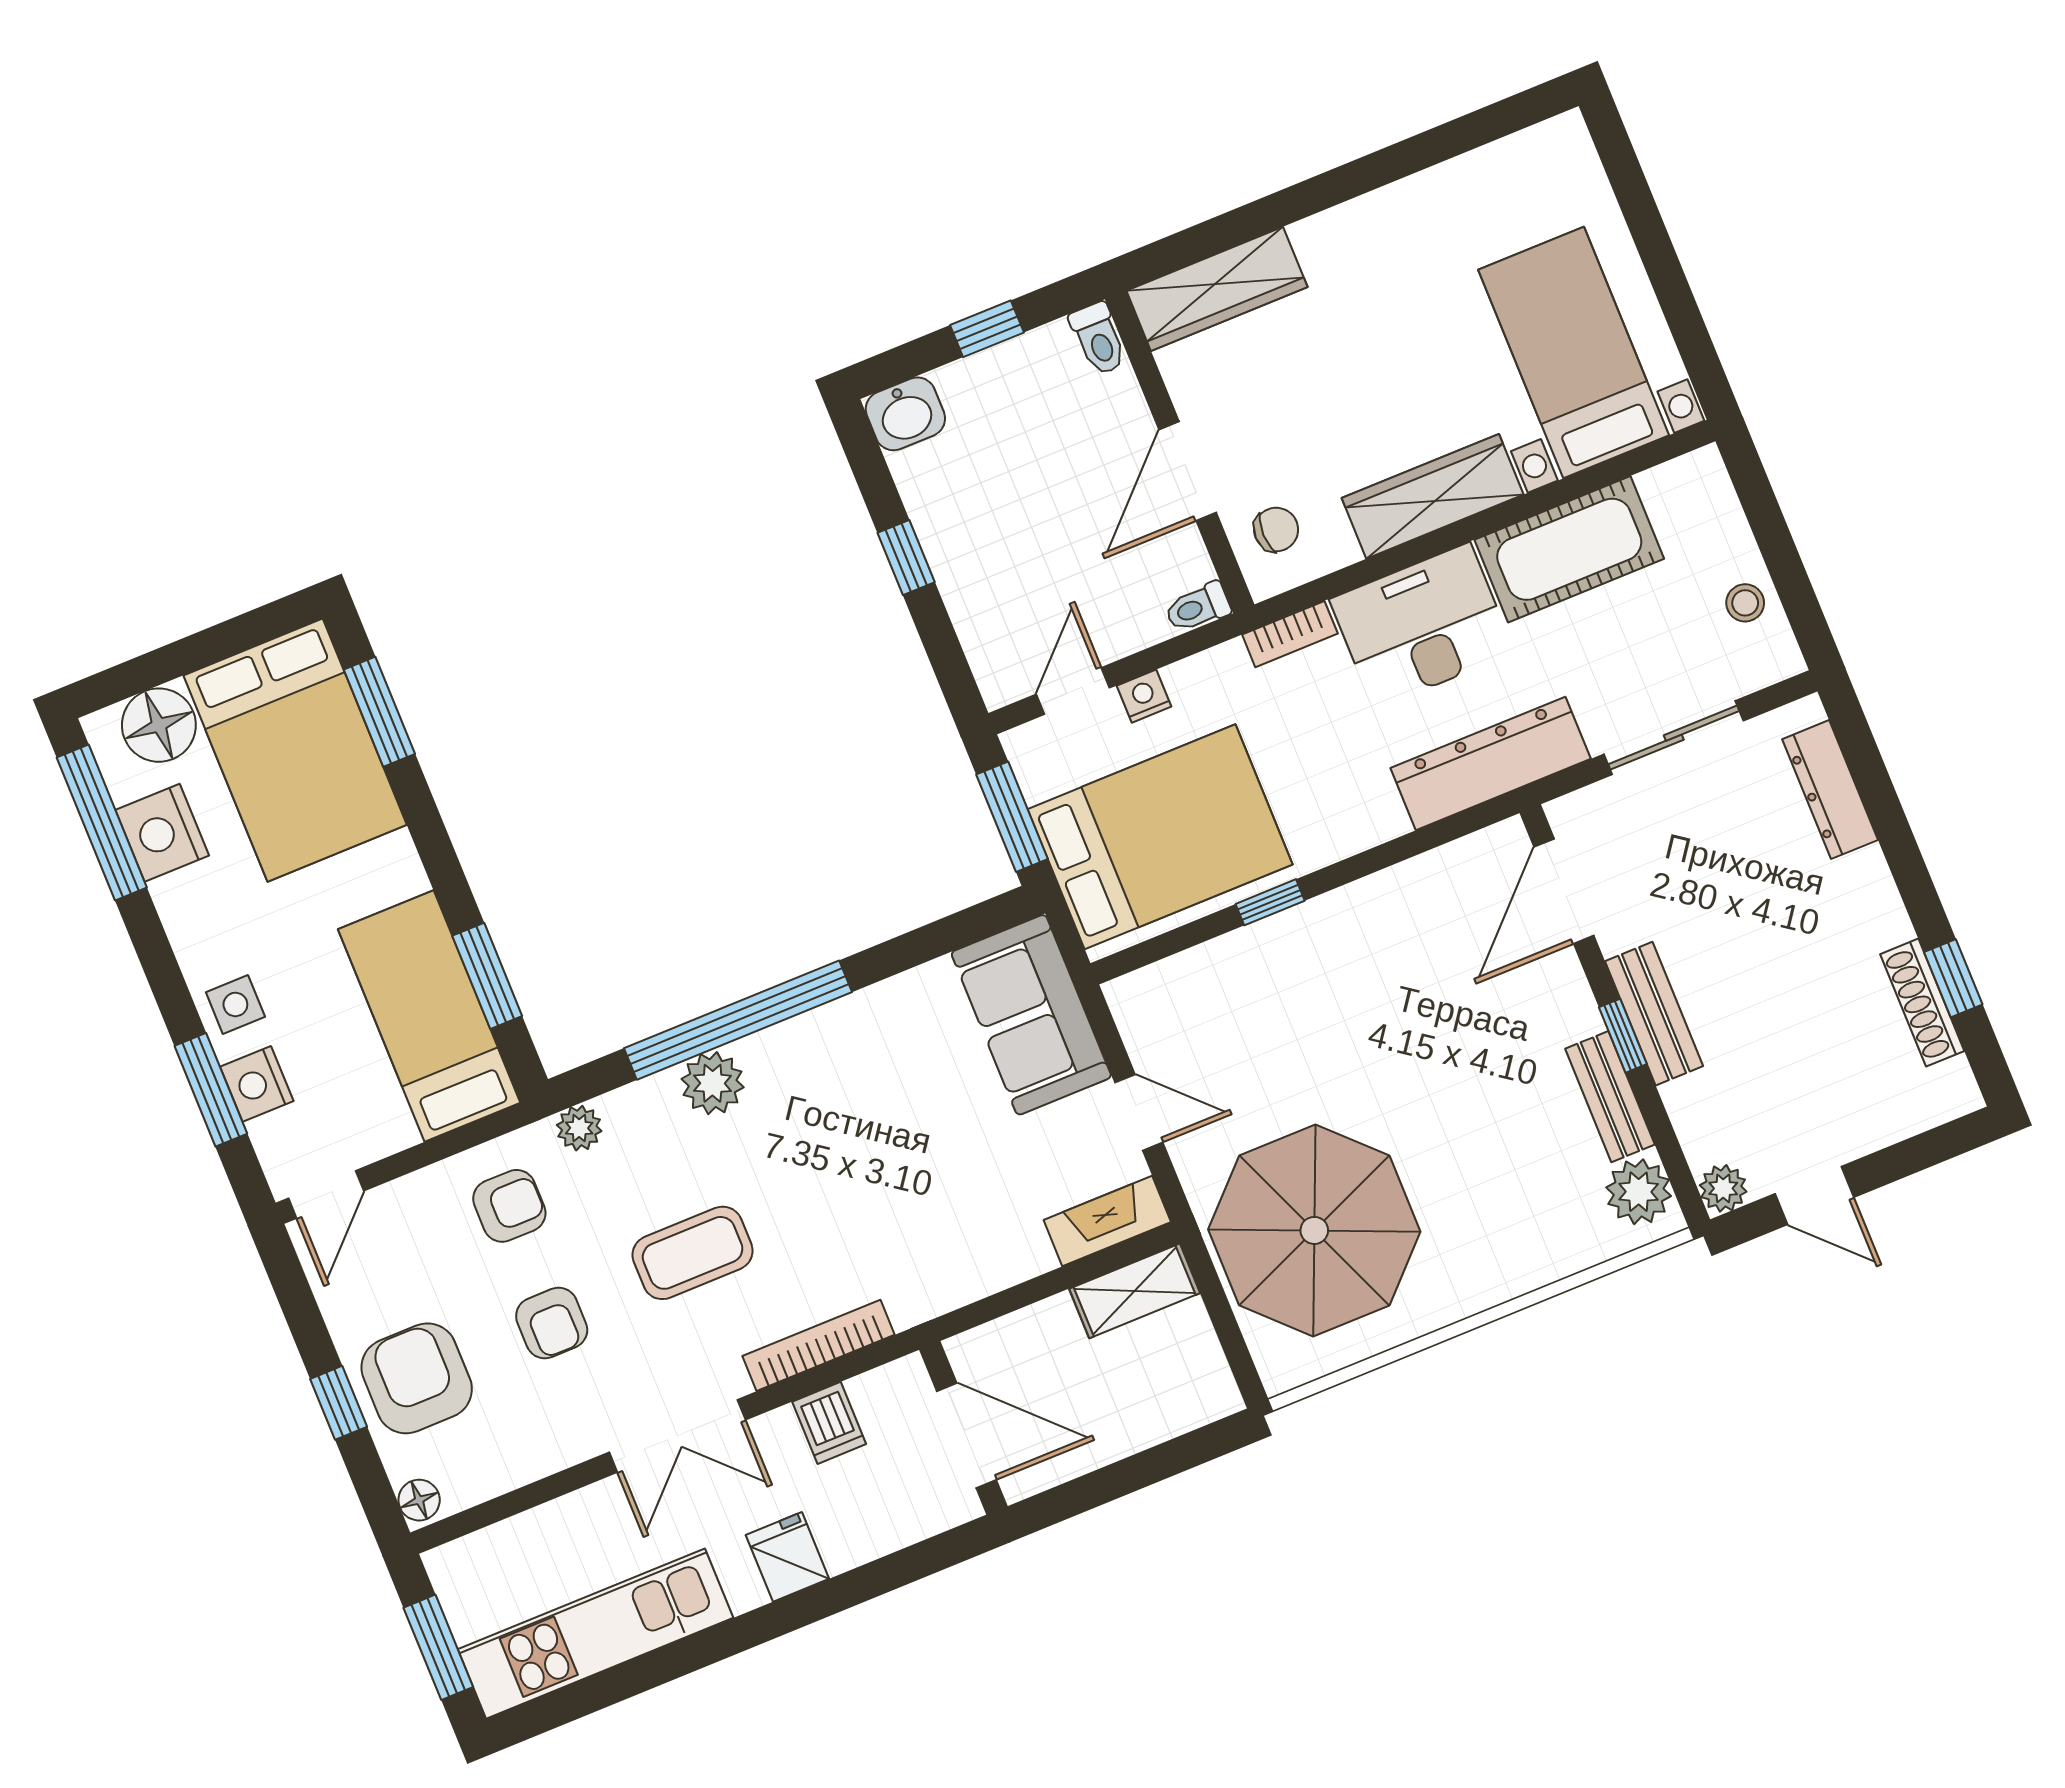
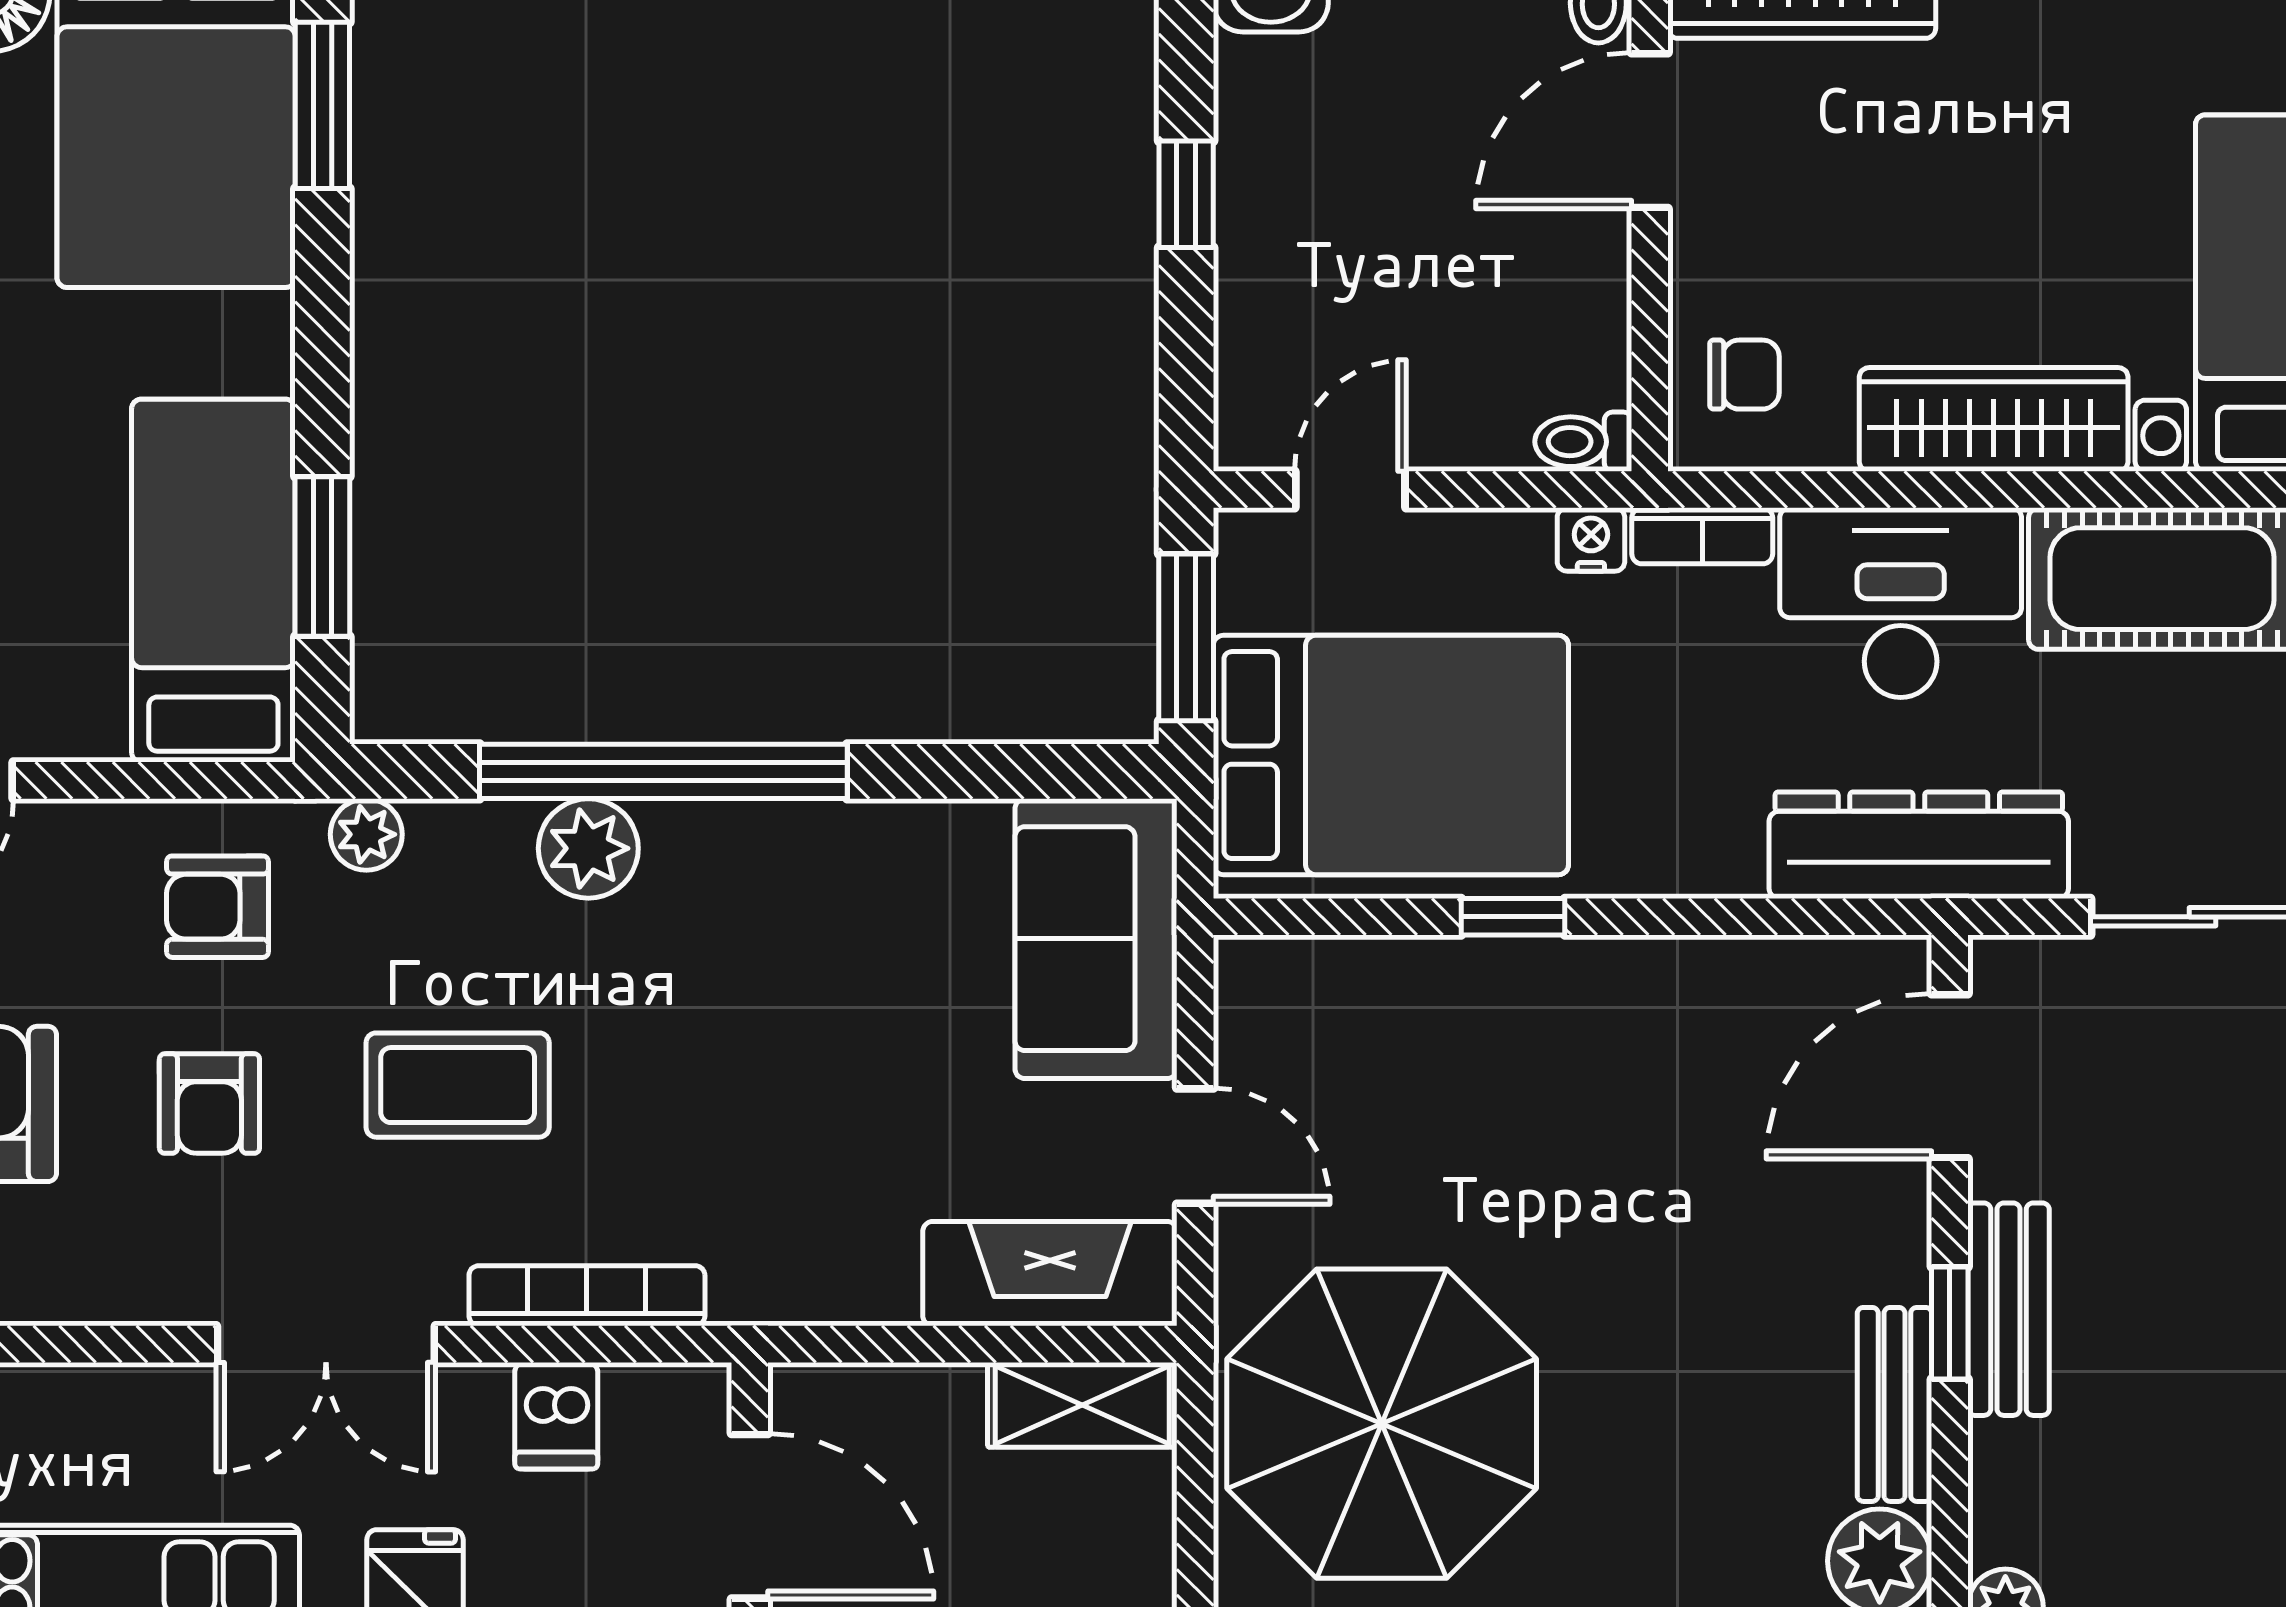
door: (1188, 471) -> (1650, 131), moved
nightstand: (1144, 696) -> (1591, 540), moved
armchair: (509, 1206) -> (217, 907), turned 180
fireplace: (1107, 1221) -> (1050, 1274), width x1.37, depth x1.32

